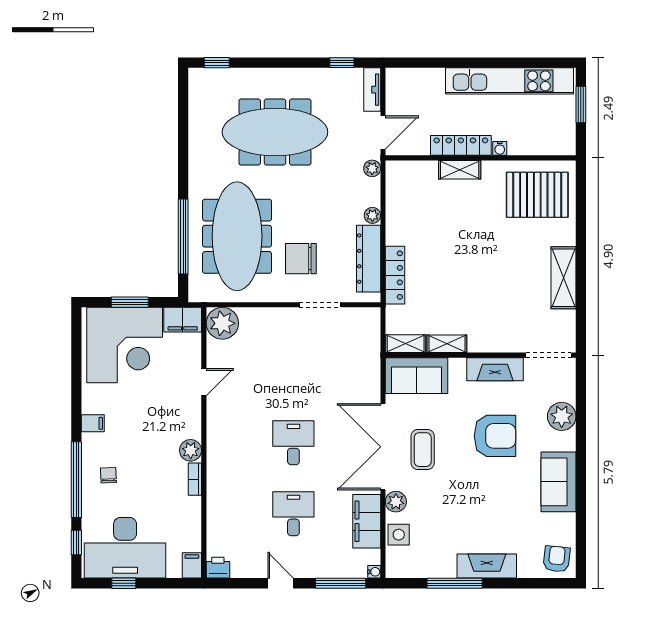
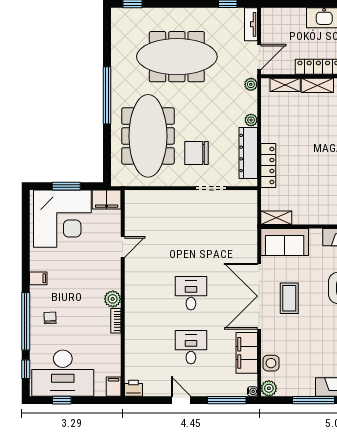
window: (183, 236) -> (107, 95), moved
plant: (222, 323) -> (137, 202), removed
shelving: (447, 344) -> (285, 85), moved
plant: (396, 502) -> (269, 388), moved

